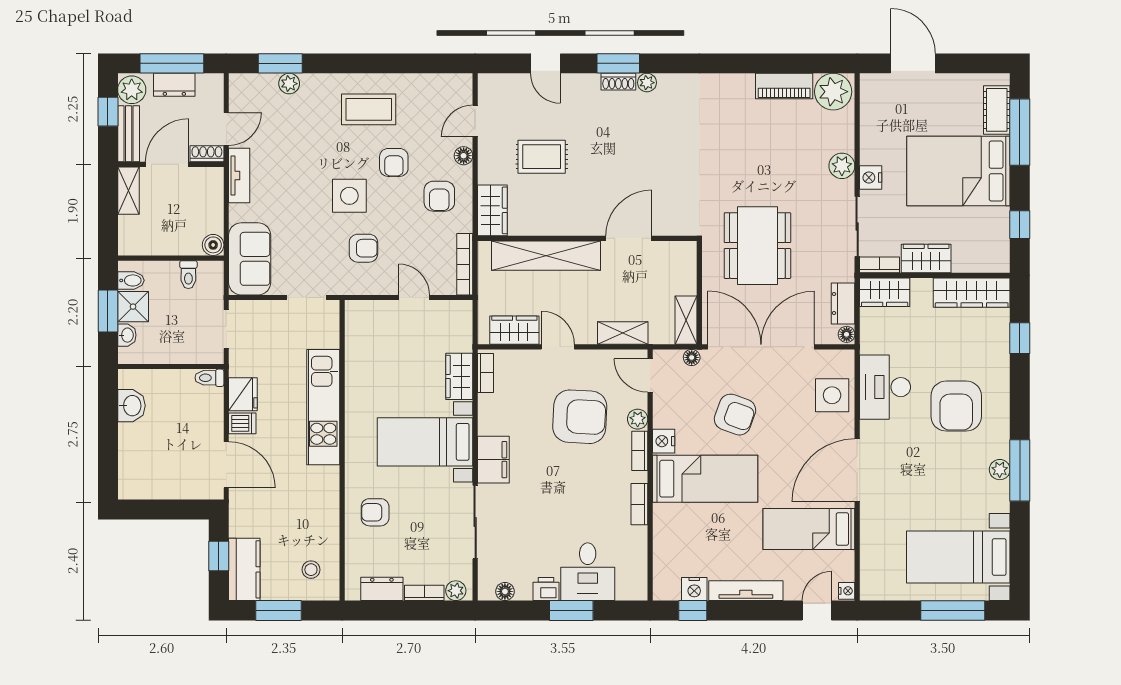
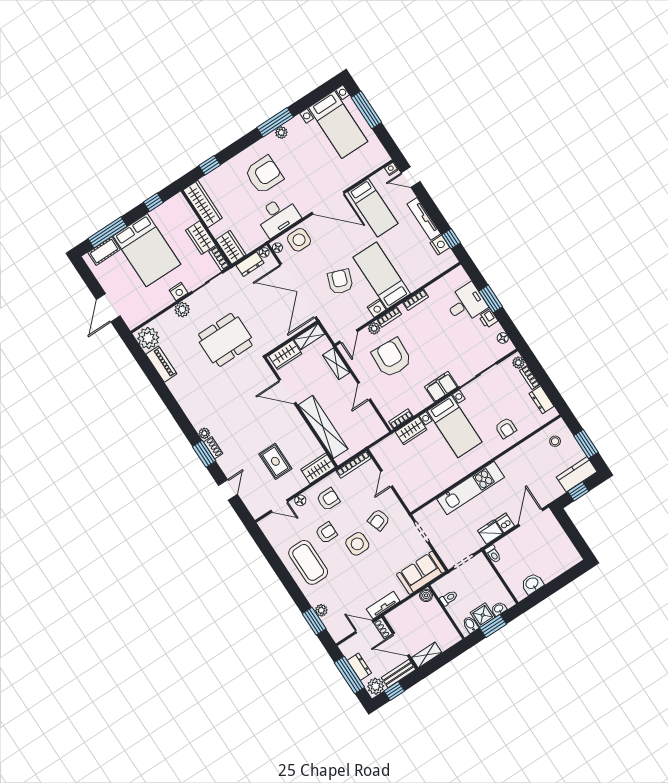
coffee table: (369, 109) -> (308, 562), width x1.36, depth x1.32
dining table: (757, 246) -> (225, 340), moved
armchair: (363, 248) -> (379, 520), turned -108
wardrobe: (514, 330) -> (285, 355), moved, turned -90
floor lamp: (692, 357) -> (277, 248), moved

